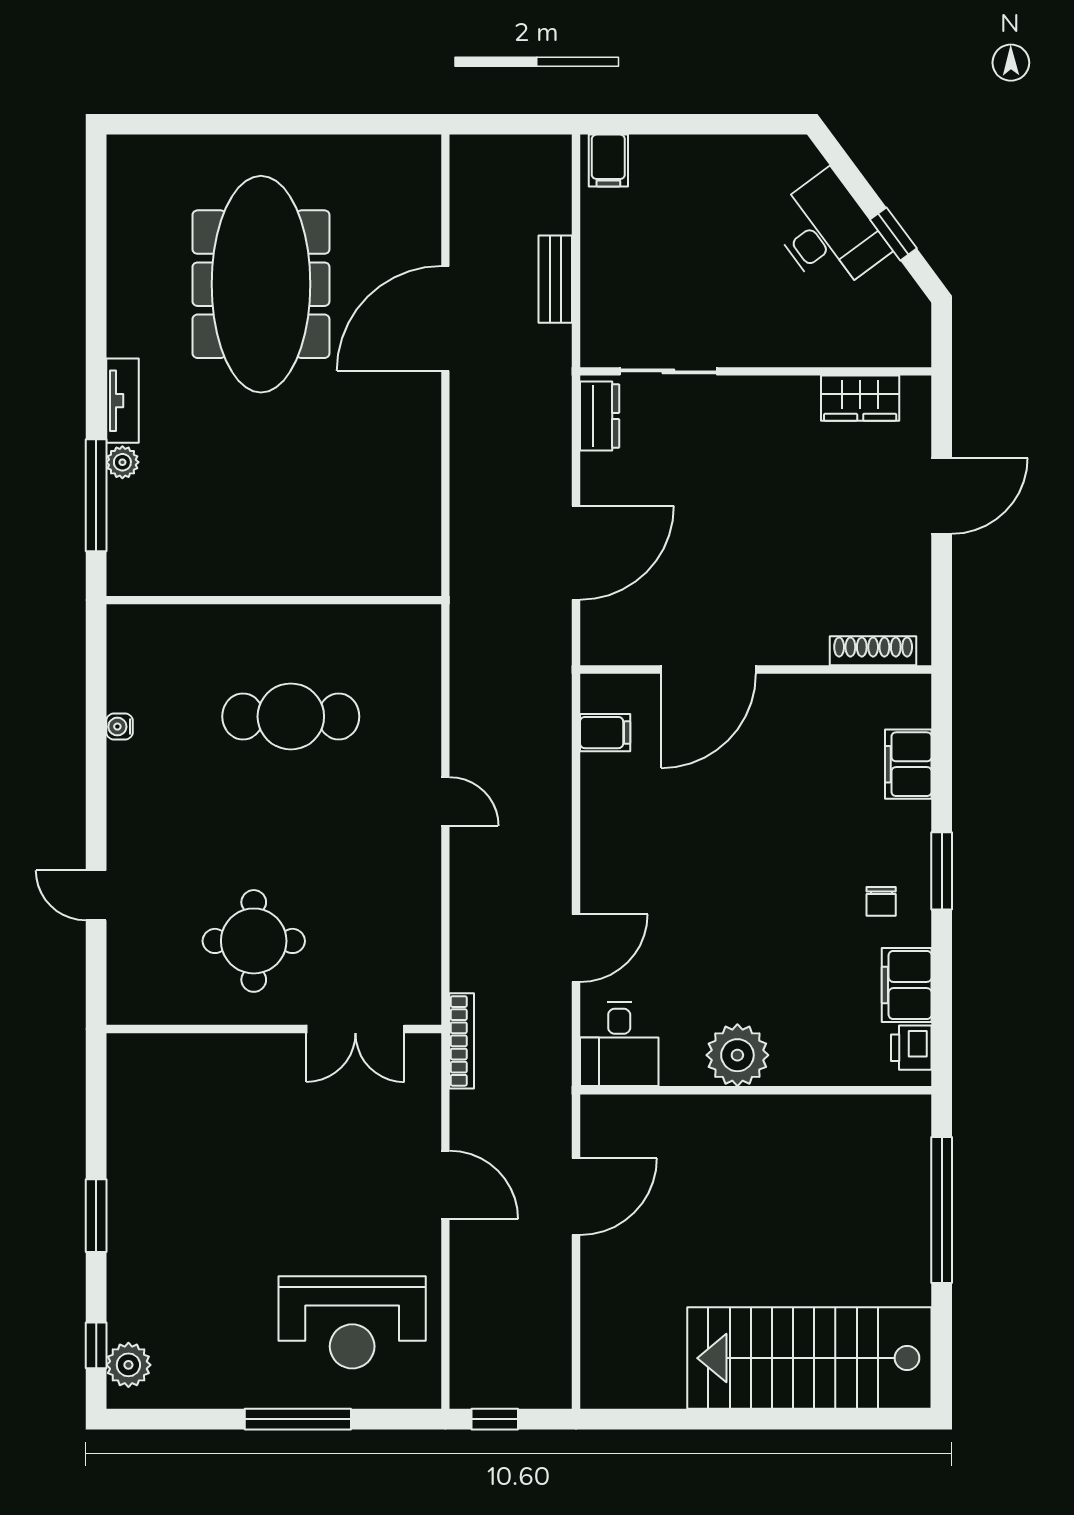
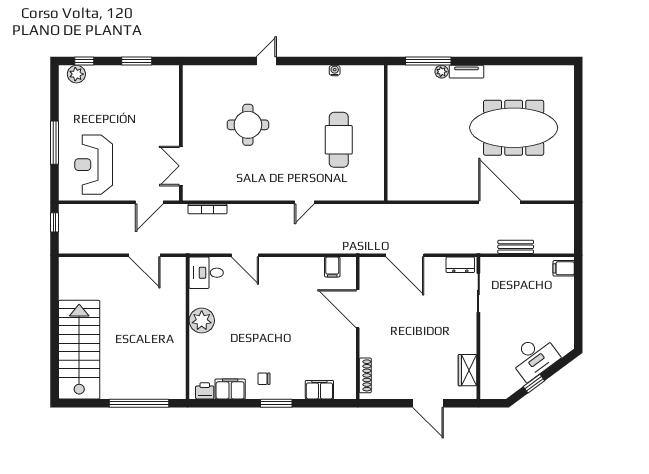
wall: (274, 1029) -> (181, 133), moved
double door: (355, 1029) -> (181, 166), moved

